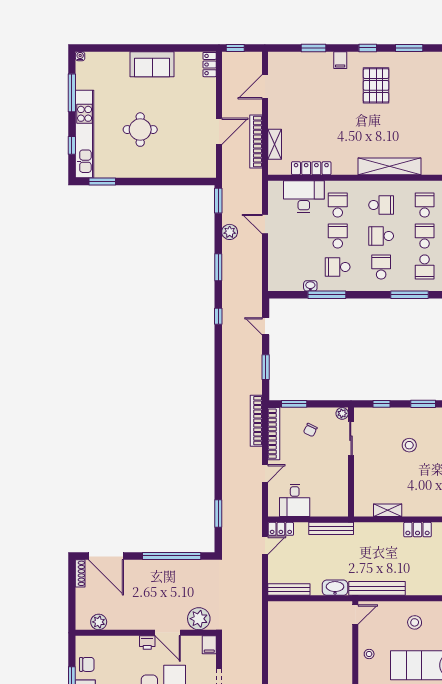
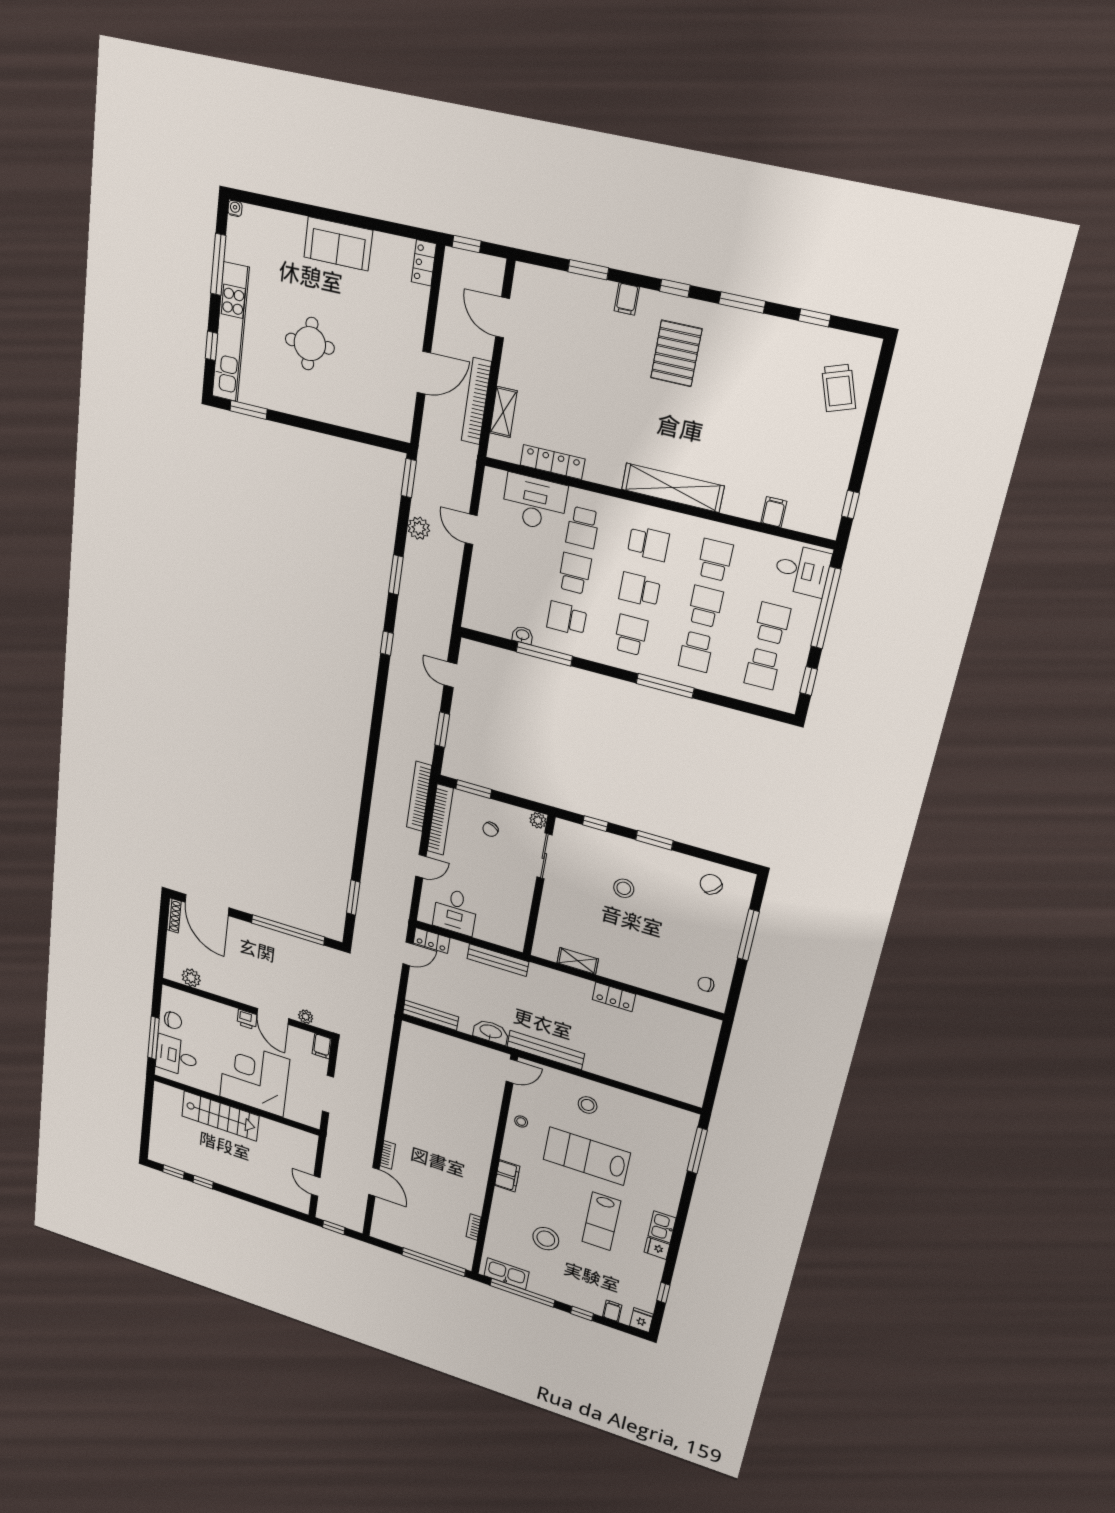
door: (265, 87) -> (503, 317), hinge flipped
school desk: (338, 205) -> (583, 527), turned 180
plant: (199, 619) -> (306, 1017), width x0.53, depth x0.53

